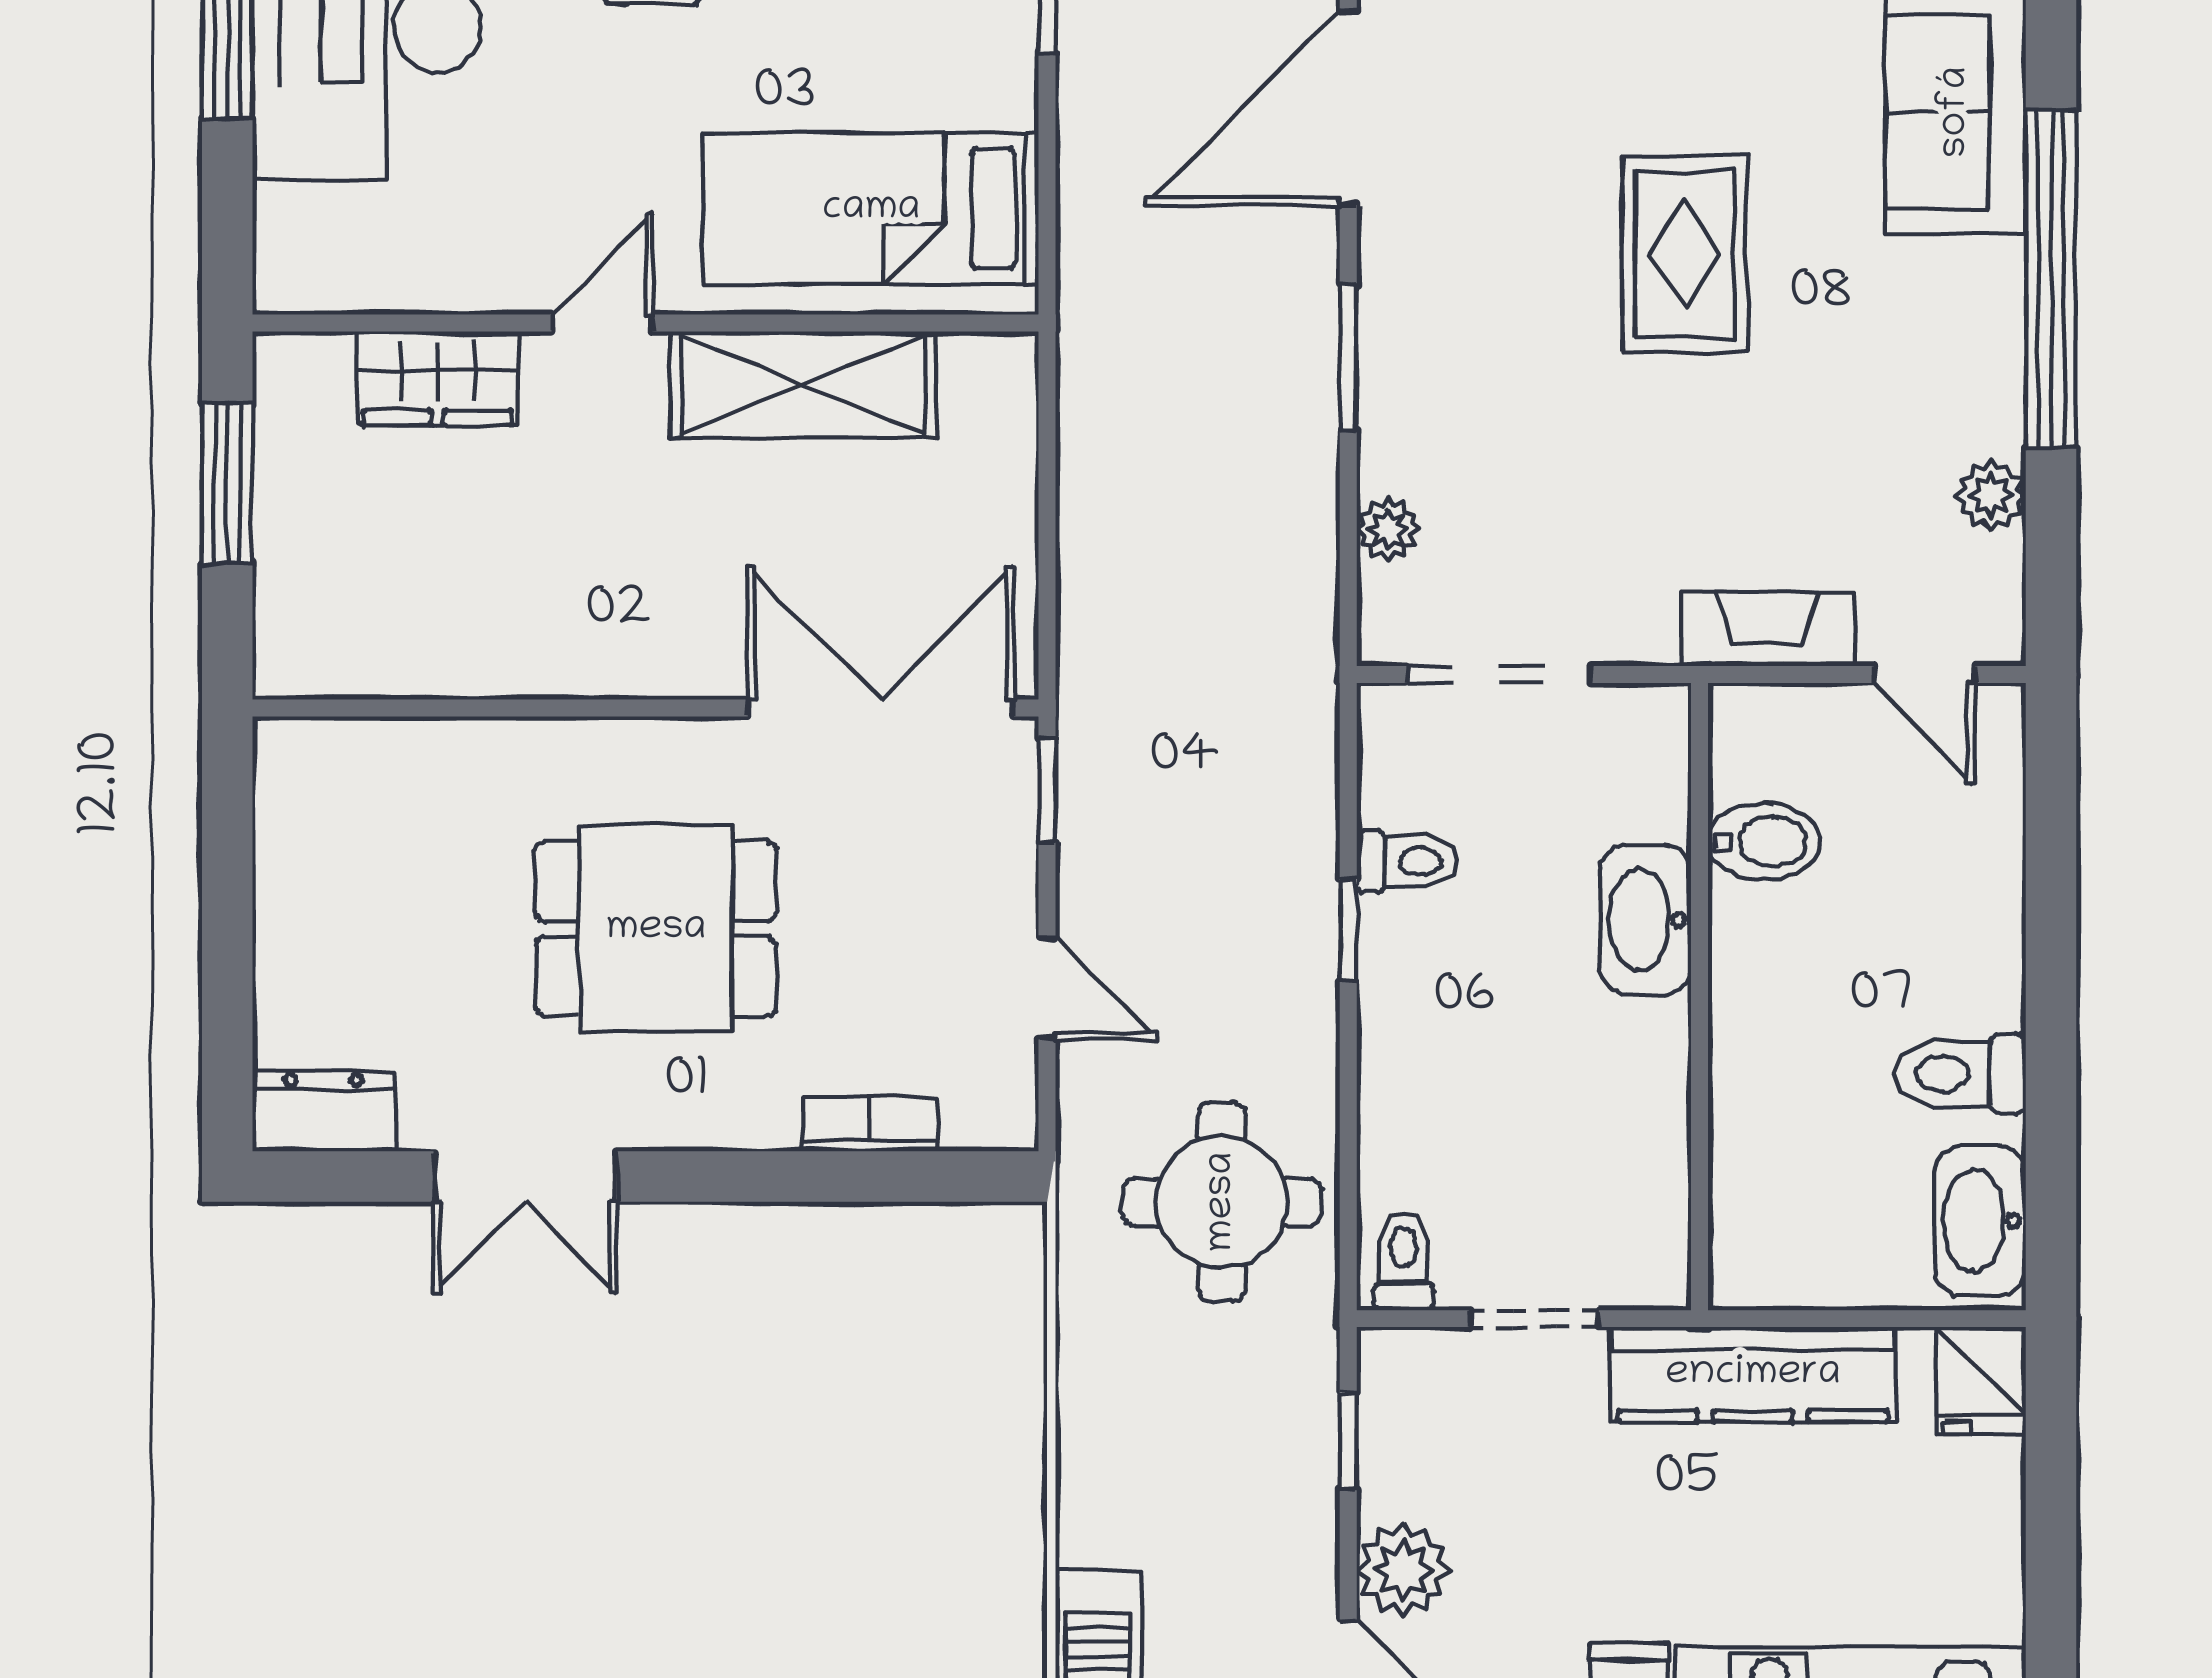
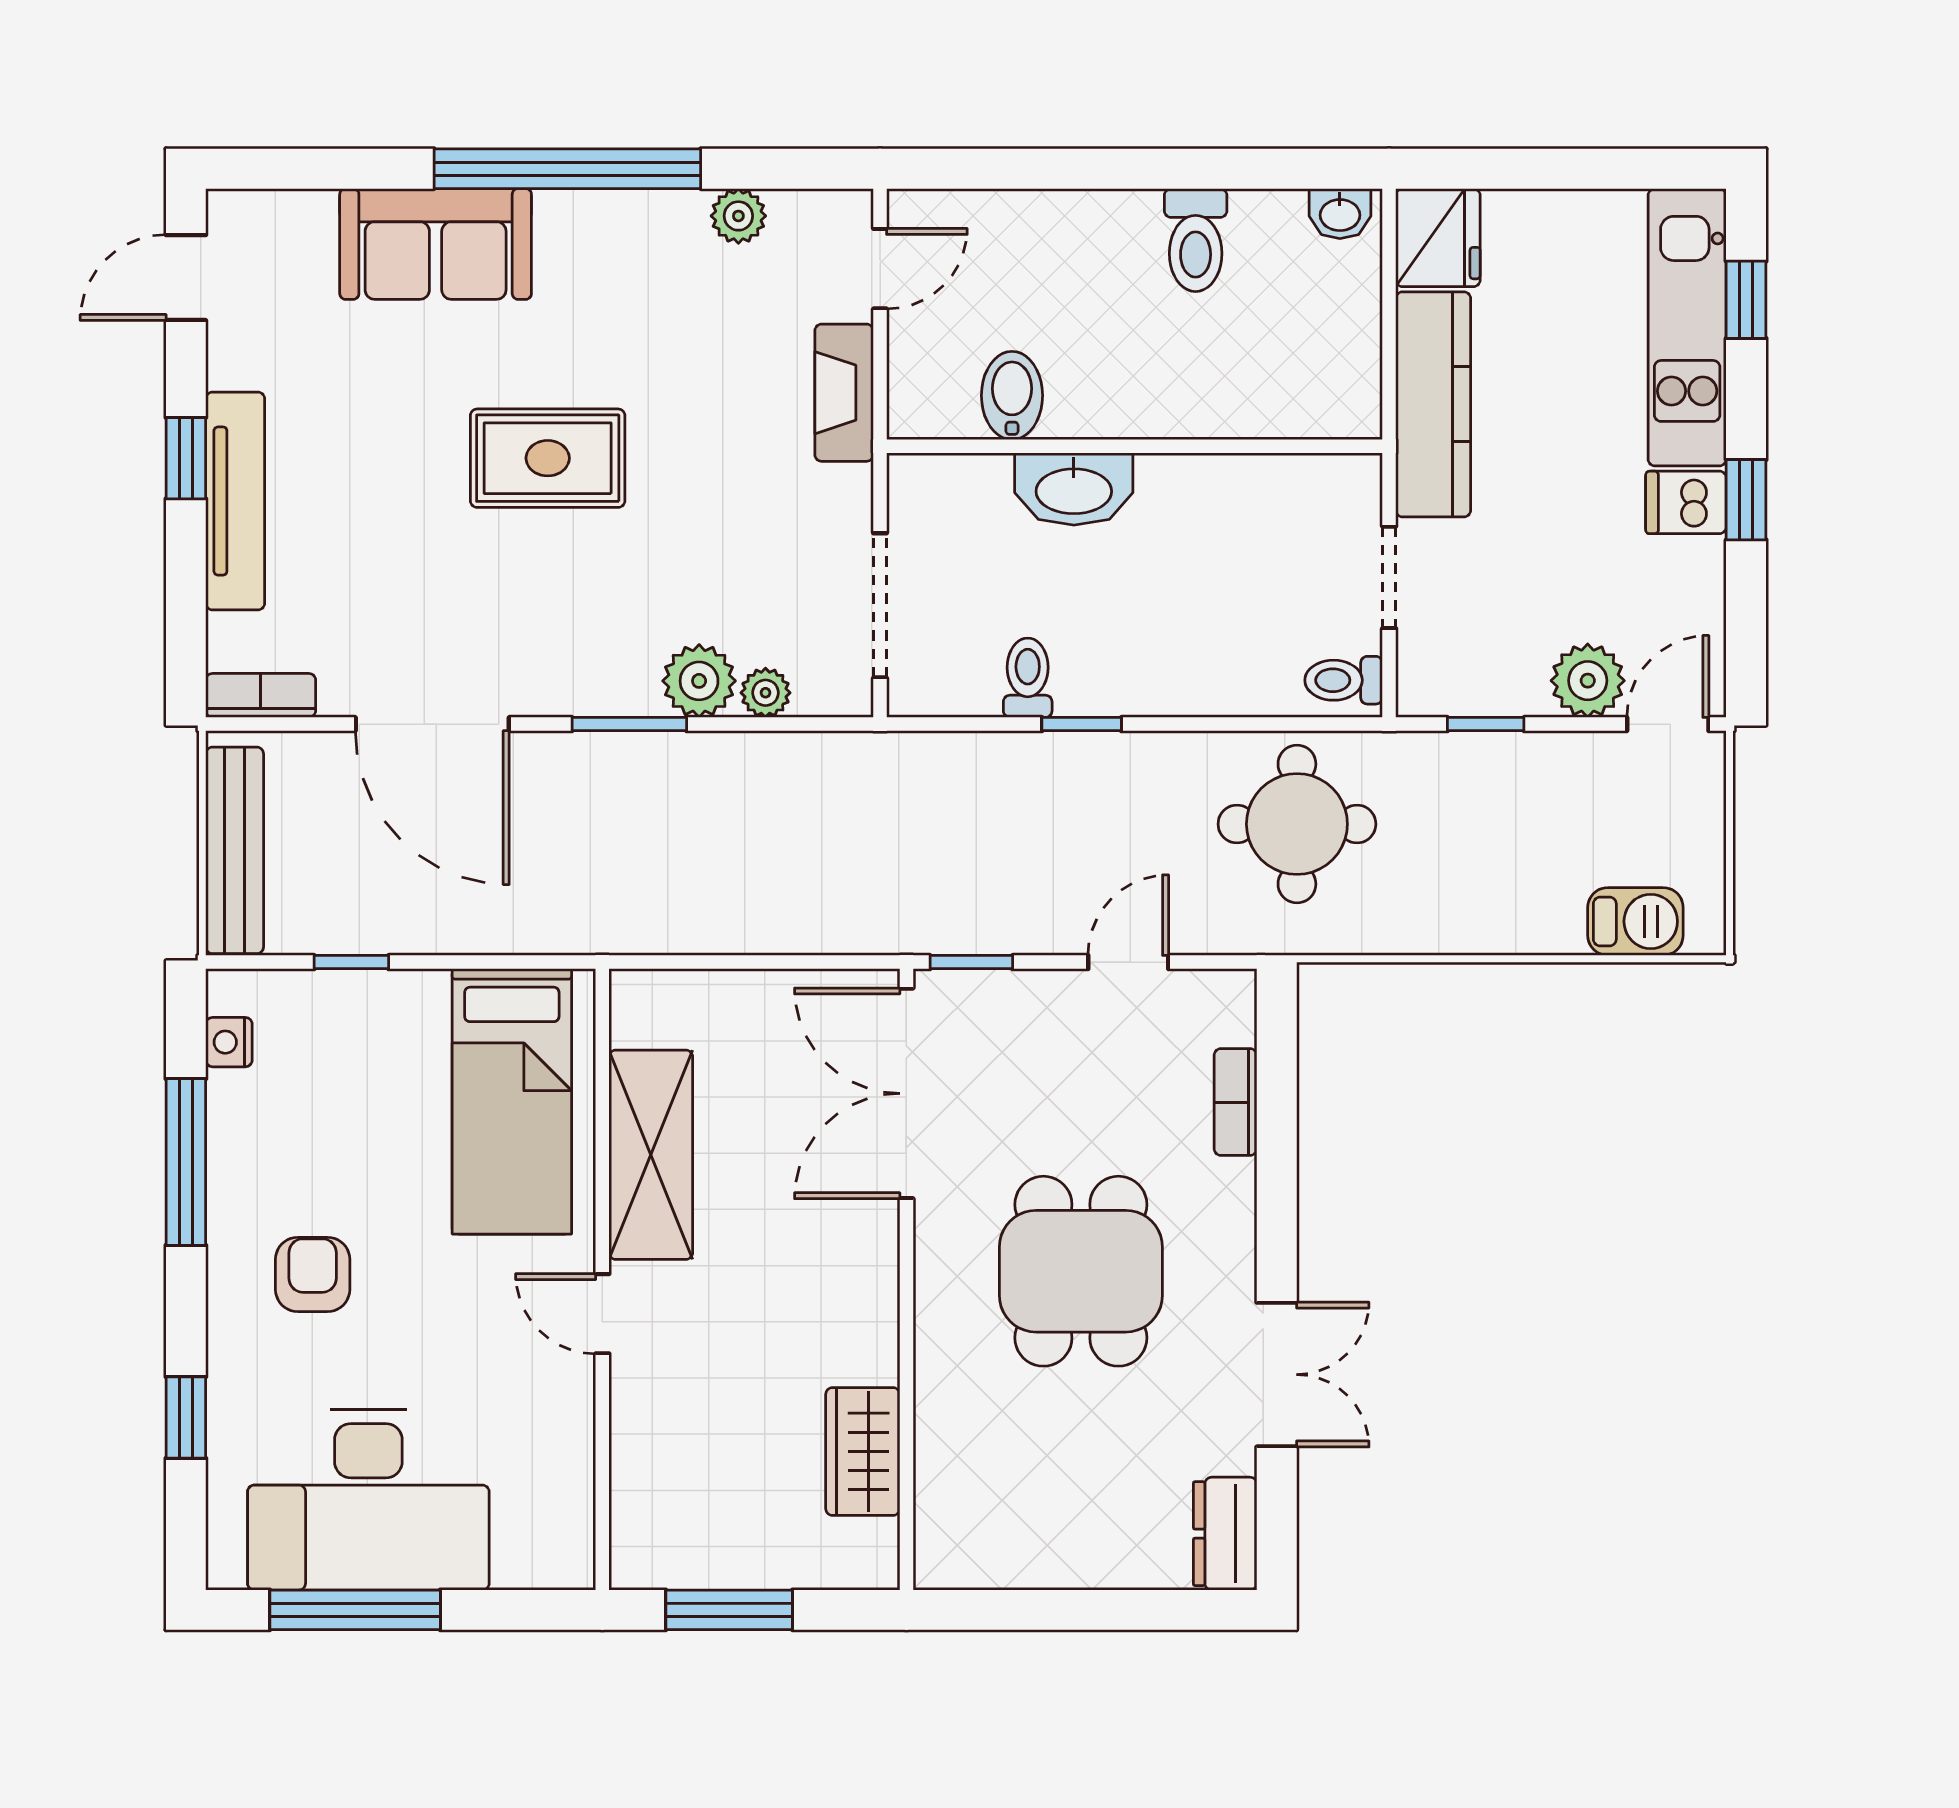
wardrobe: (437, 378) -> (863, 1451), moved, turned 180
plant: (1403, 445) -> (699, 681), added
washbasin: (1980, 1221) -> (1340, 214), width x0.52, depth x0.69
fridge: (1981, 1380) -> (1438, 238), width x1.38

